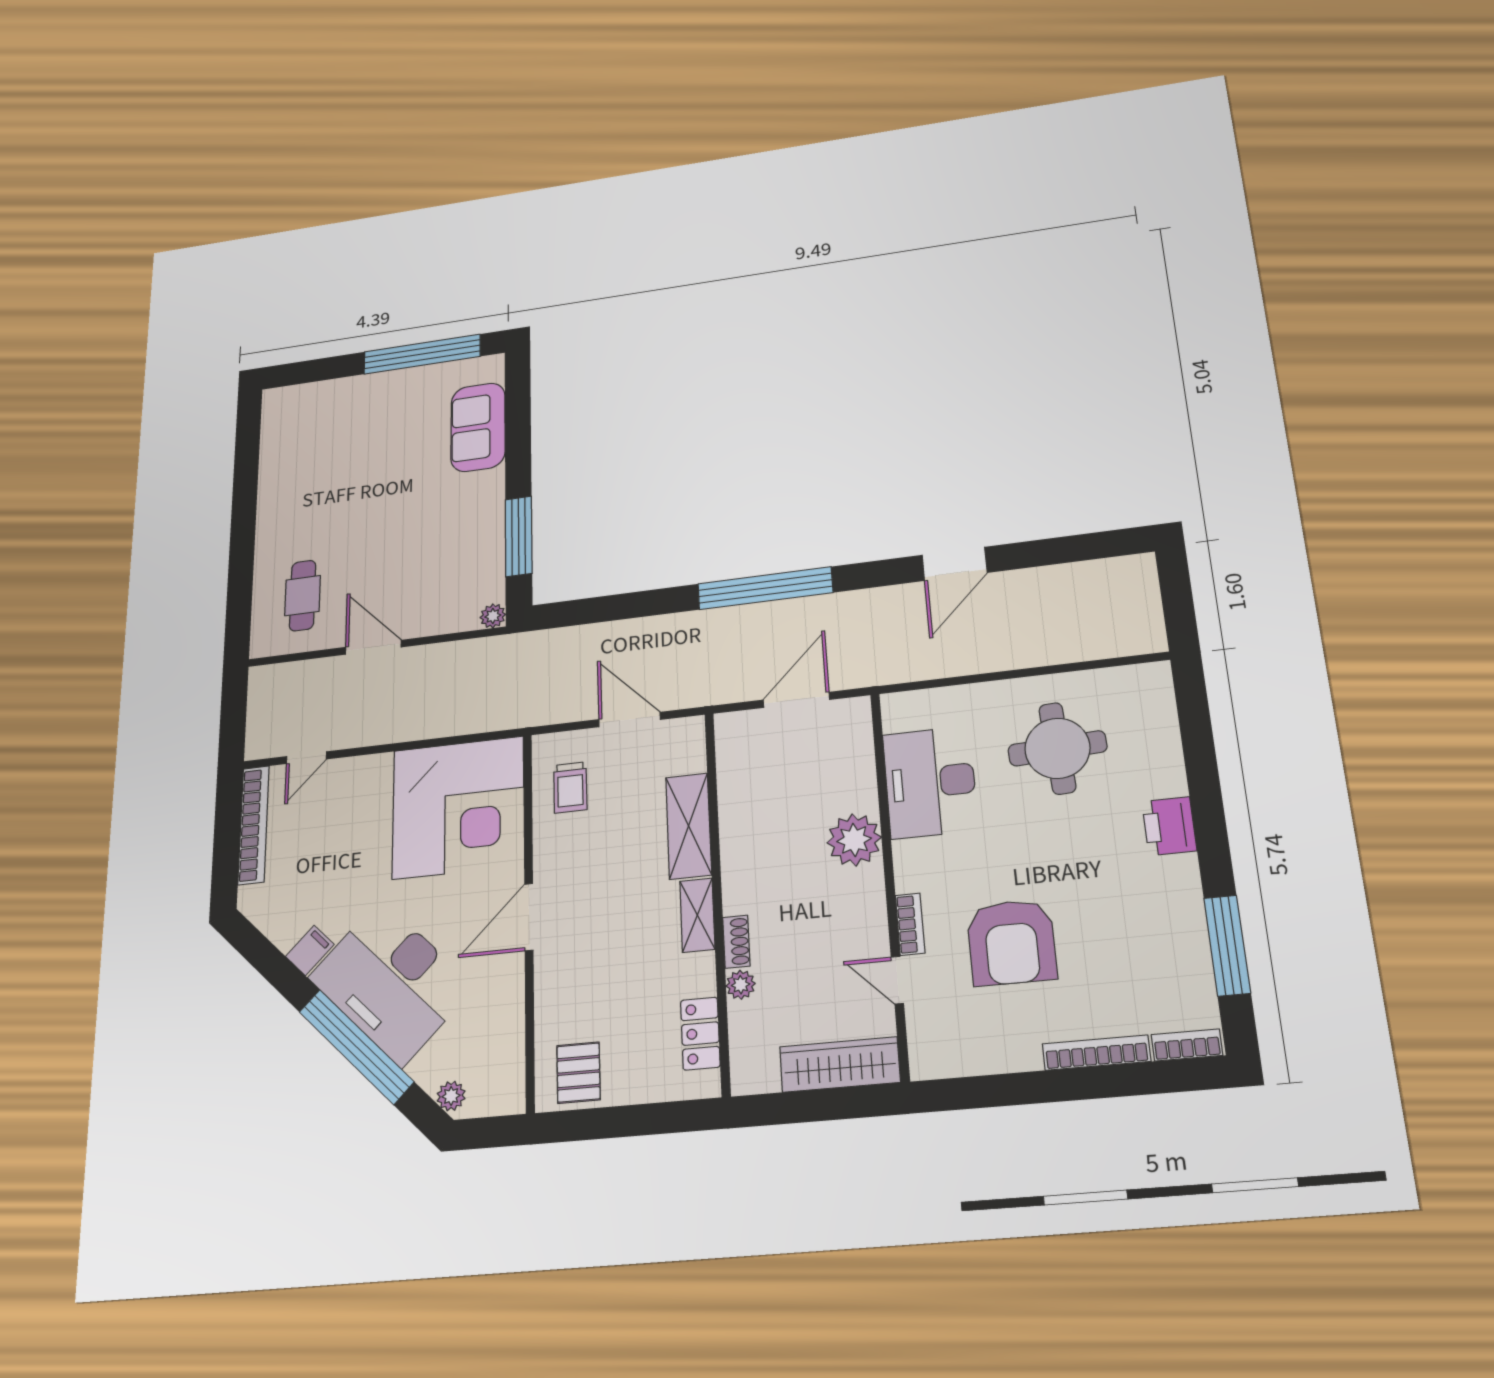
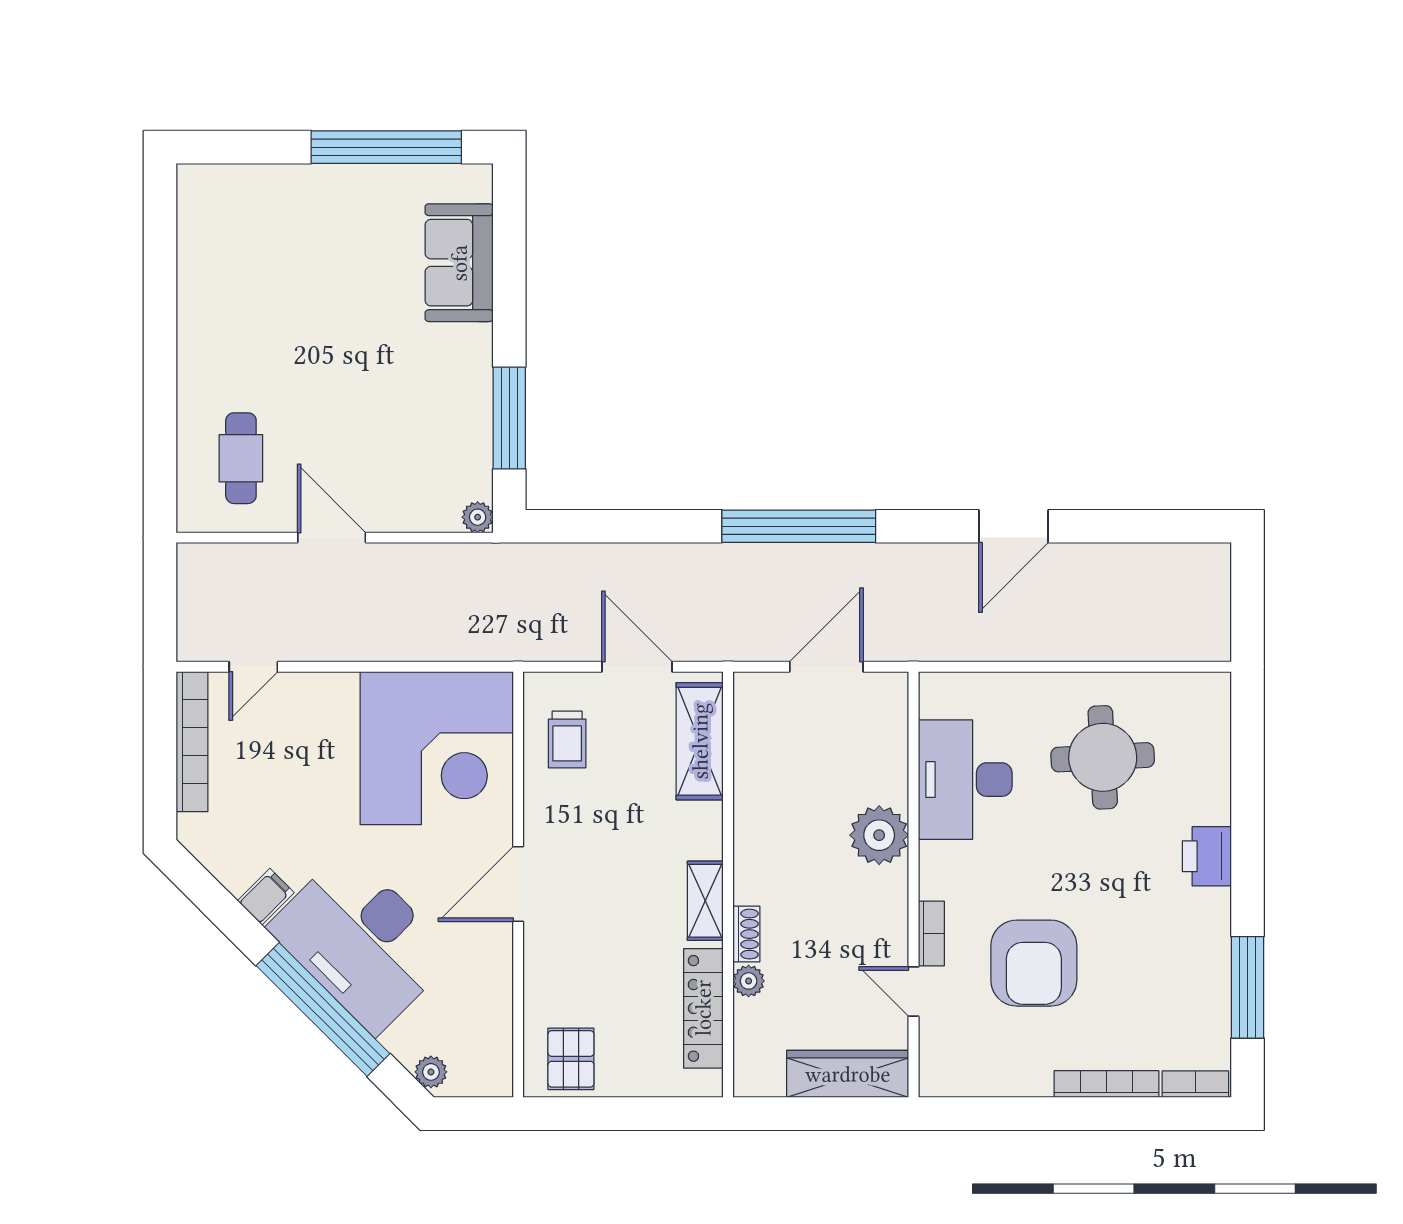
shelving: (689, 826) -> (700, 741), moved
locker: (700, 1034) -> (703, 1008), width x1.53

